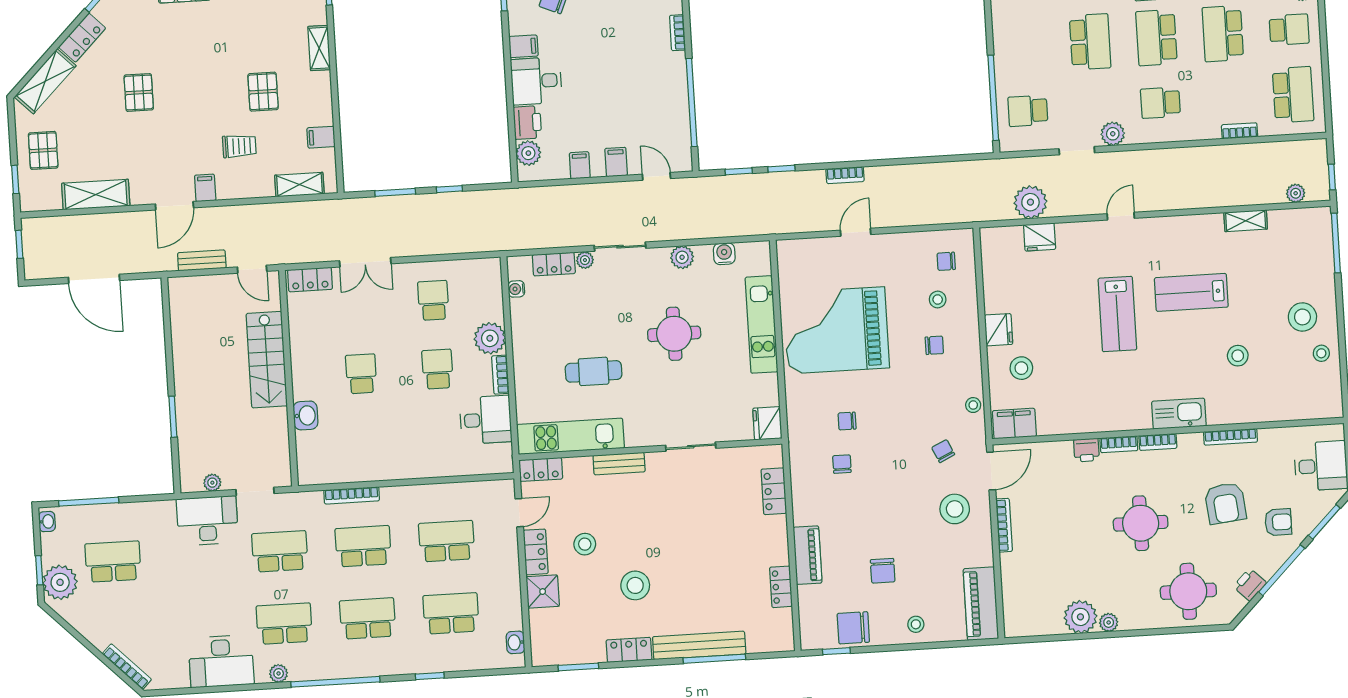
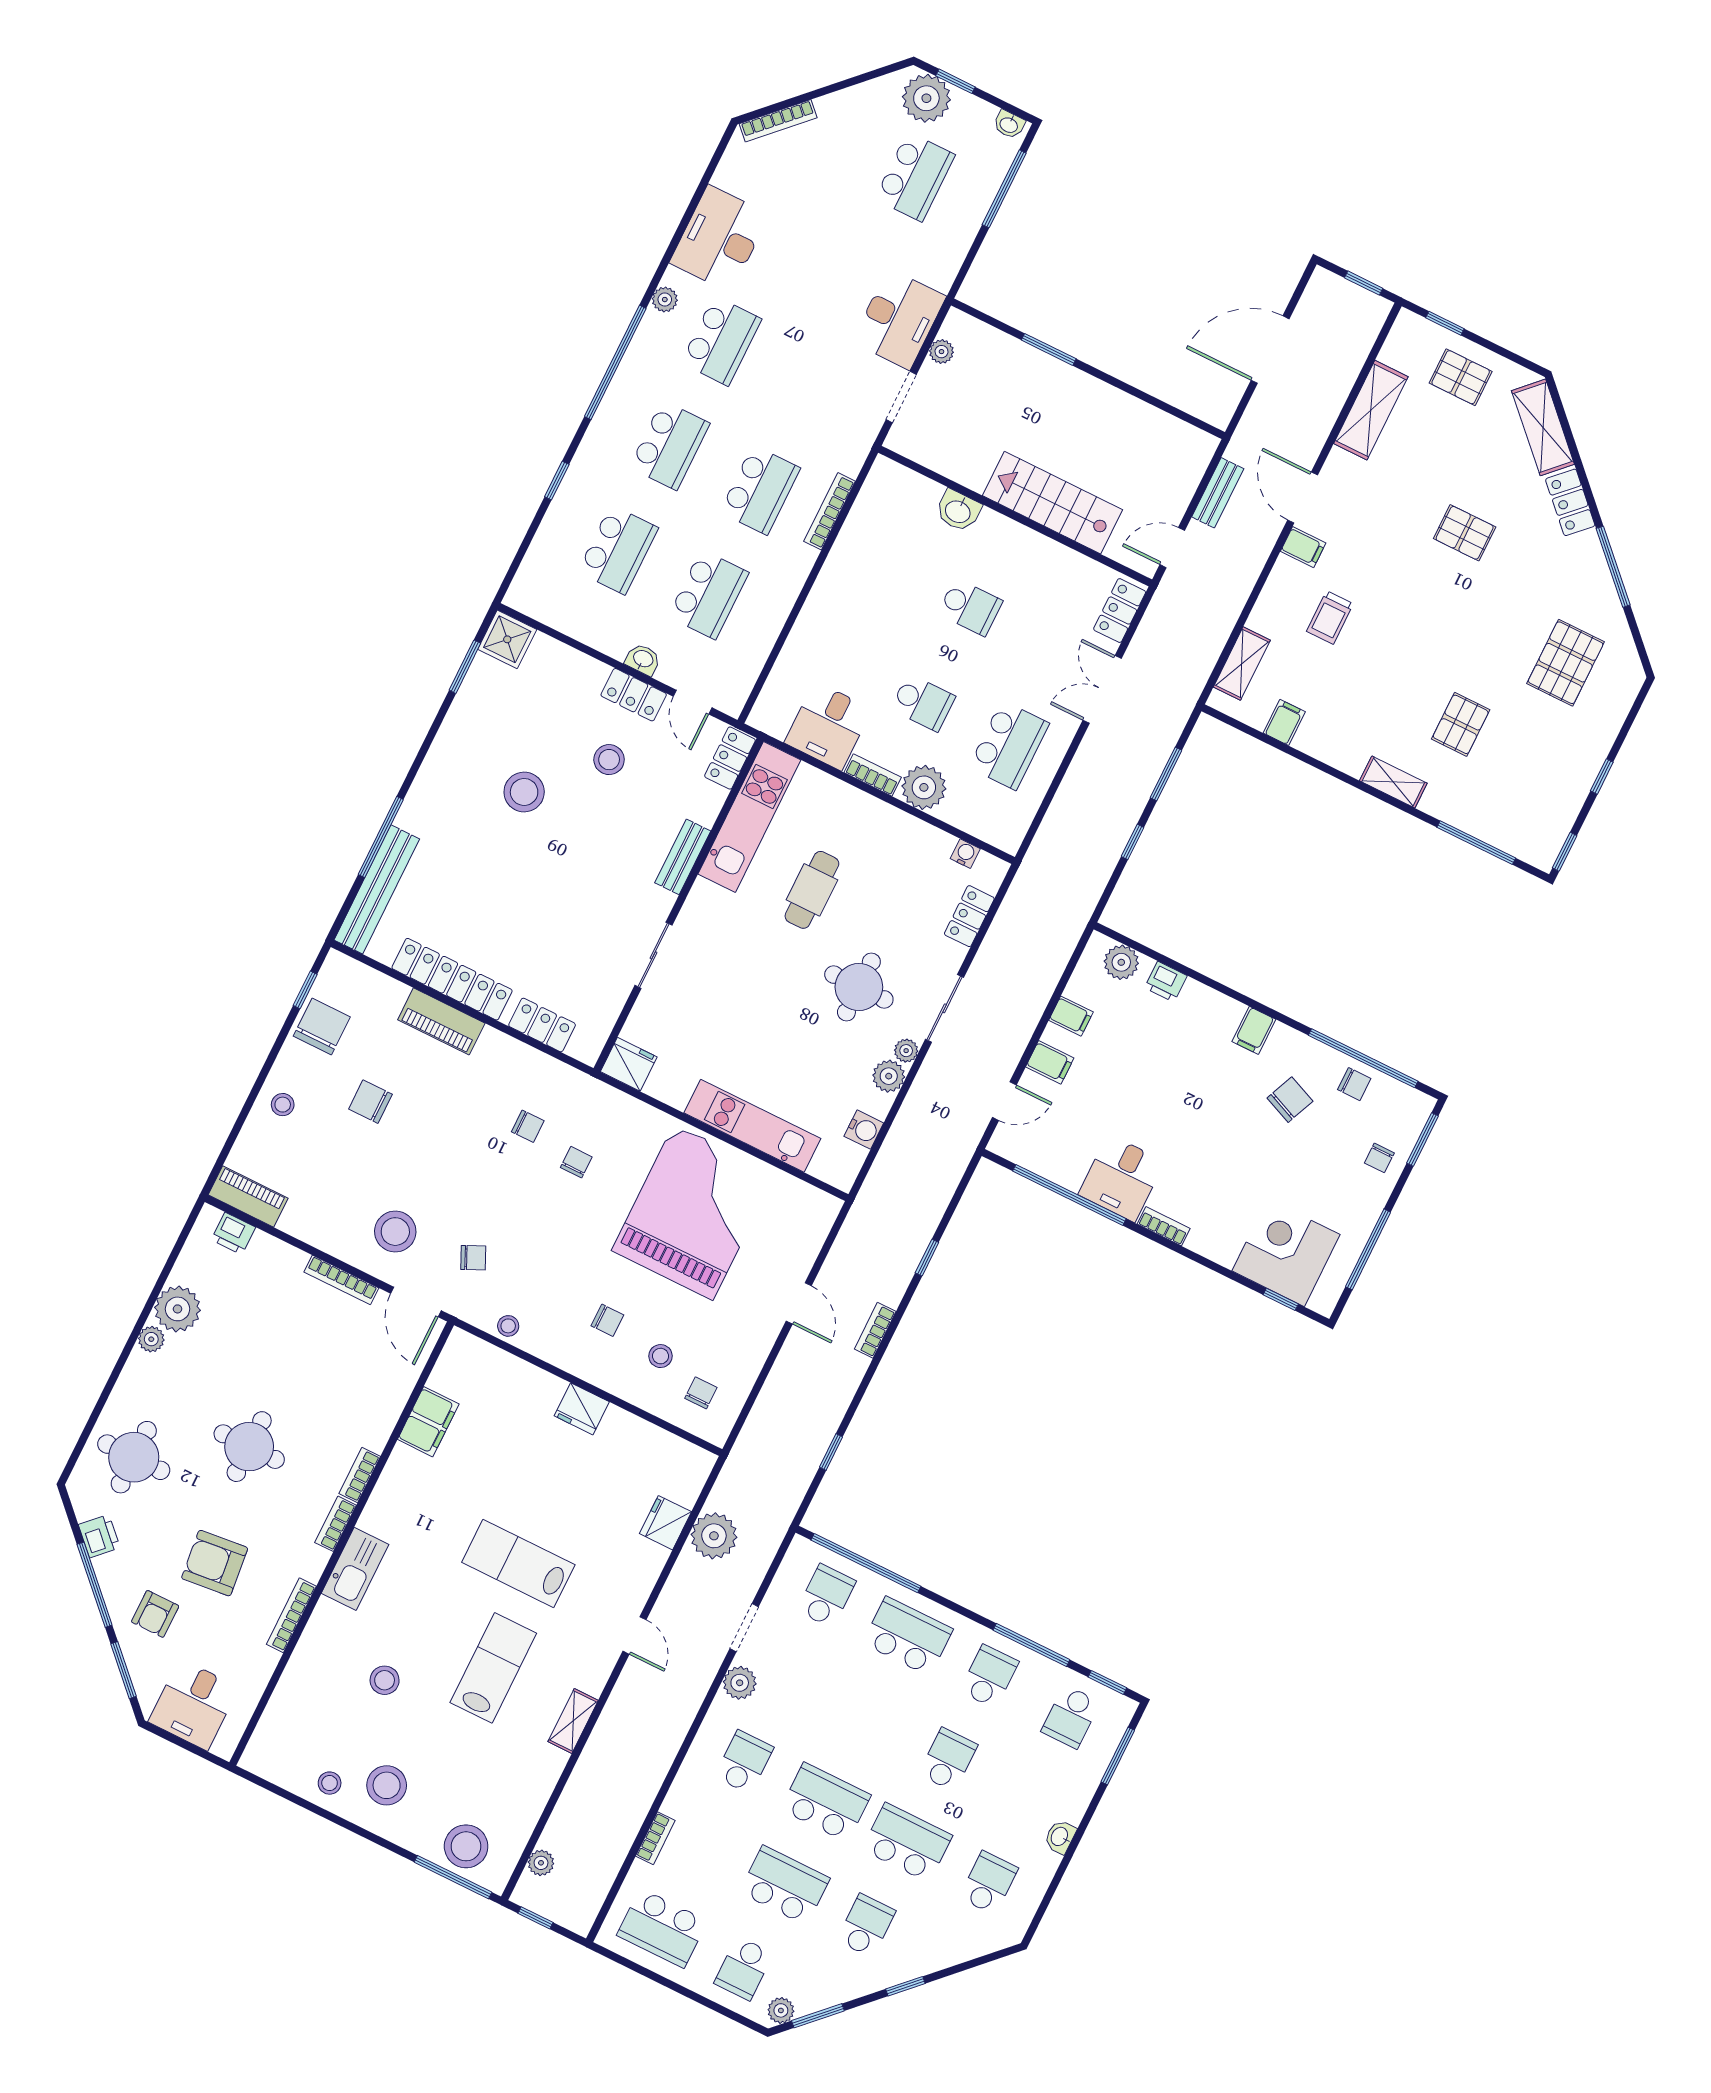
school desk: (1090, 42) -> (908, 1636), moved, turned 180
desk: (536, 81) -> (1121, 1178), moved, turned 180
pallet: (263, 92) -> (1461, 724), moved, turned 90
printer: (527, 123) -> (1166, 982), width x0.73, depth x0.81
window: (739, 171) -> (831, 1452), moved
shelving: (1246, 221) -> (573, 1721), moved
plant: (585, 260) -> (906, 1051), moved
school desk: (433, 300) -> (1009, 745), width x1.85
round table: (674, 334) -> (859, 987), moved
chair: (934, 345) -> (607, 1320), turned -90
stool: (1021, 368) -> (466, 1846), moved, width x1.38, depth x1.38
filing cabinet: (1014, 424) -> (428, 1422), moved
printer: (1086, 450) -> (233, 1233), moved, turned -90
school desk: (280, 551) -> (812, 386), removed
locker: (781, 587) -> (452, 979), width x2.16, depth x1.21
shower: (543, 592) -> (507, 639), moved
piano: (981, 604) -> (248, 1197), width x0.73, depth x0.75
washbasin: (515, 642) -> (643, 659), moved
bench: (699, 645) -> (377, 889), moved
locker: (629, 650) -> (450, 740), removed

